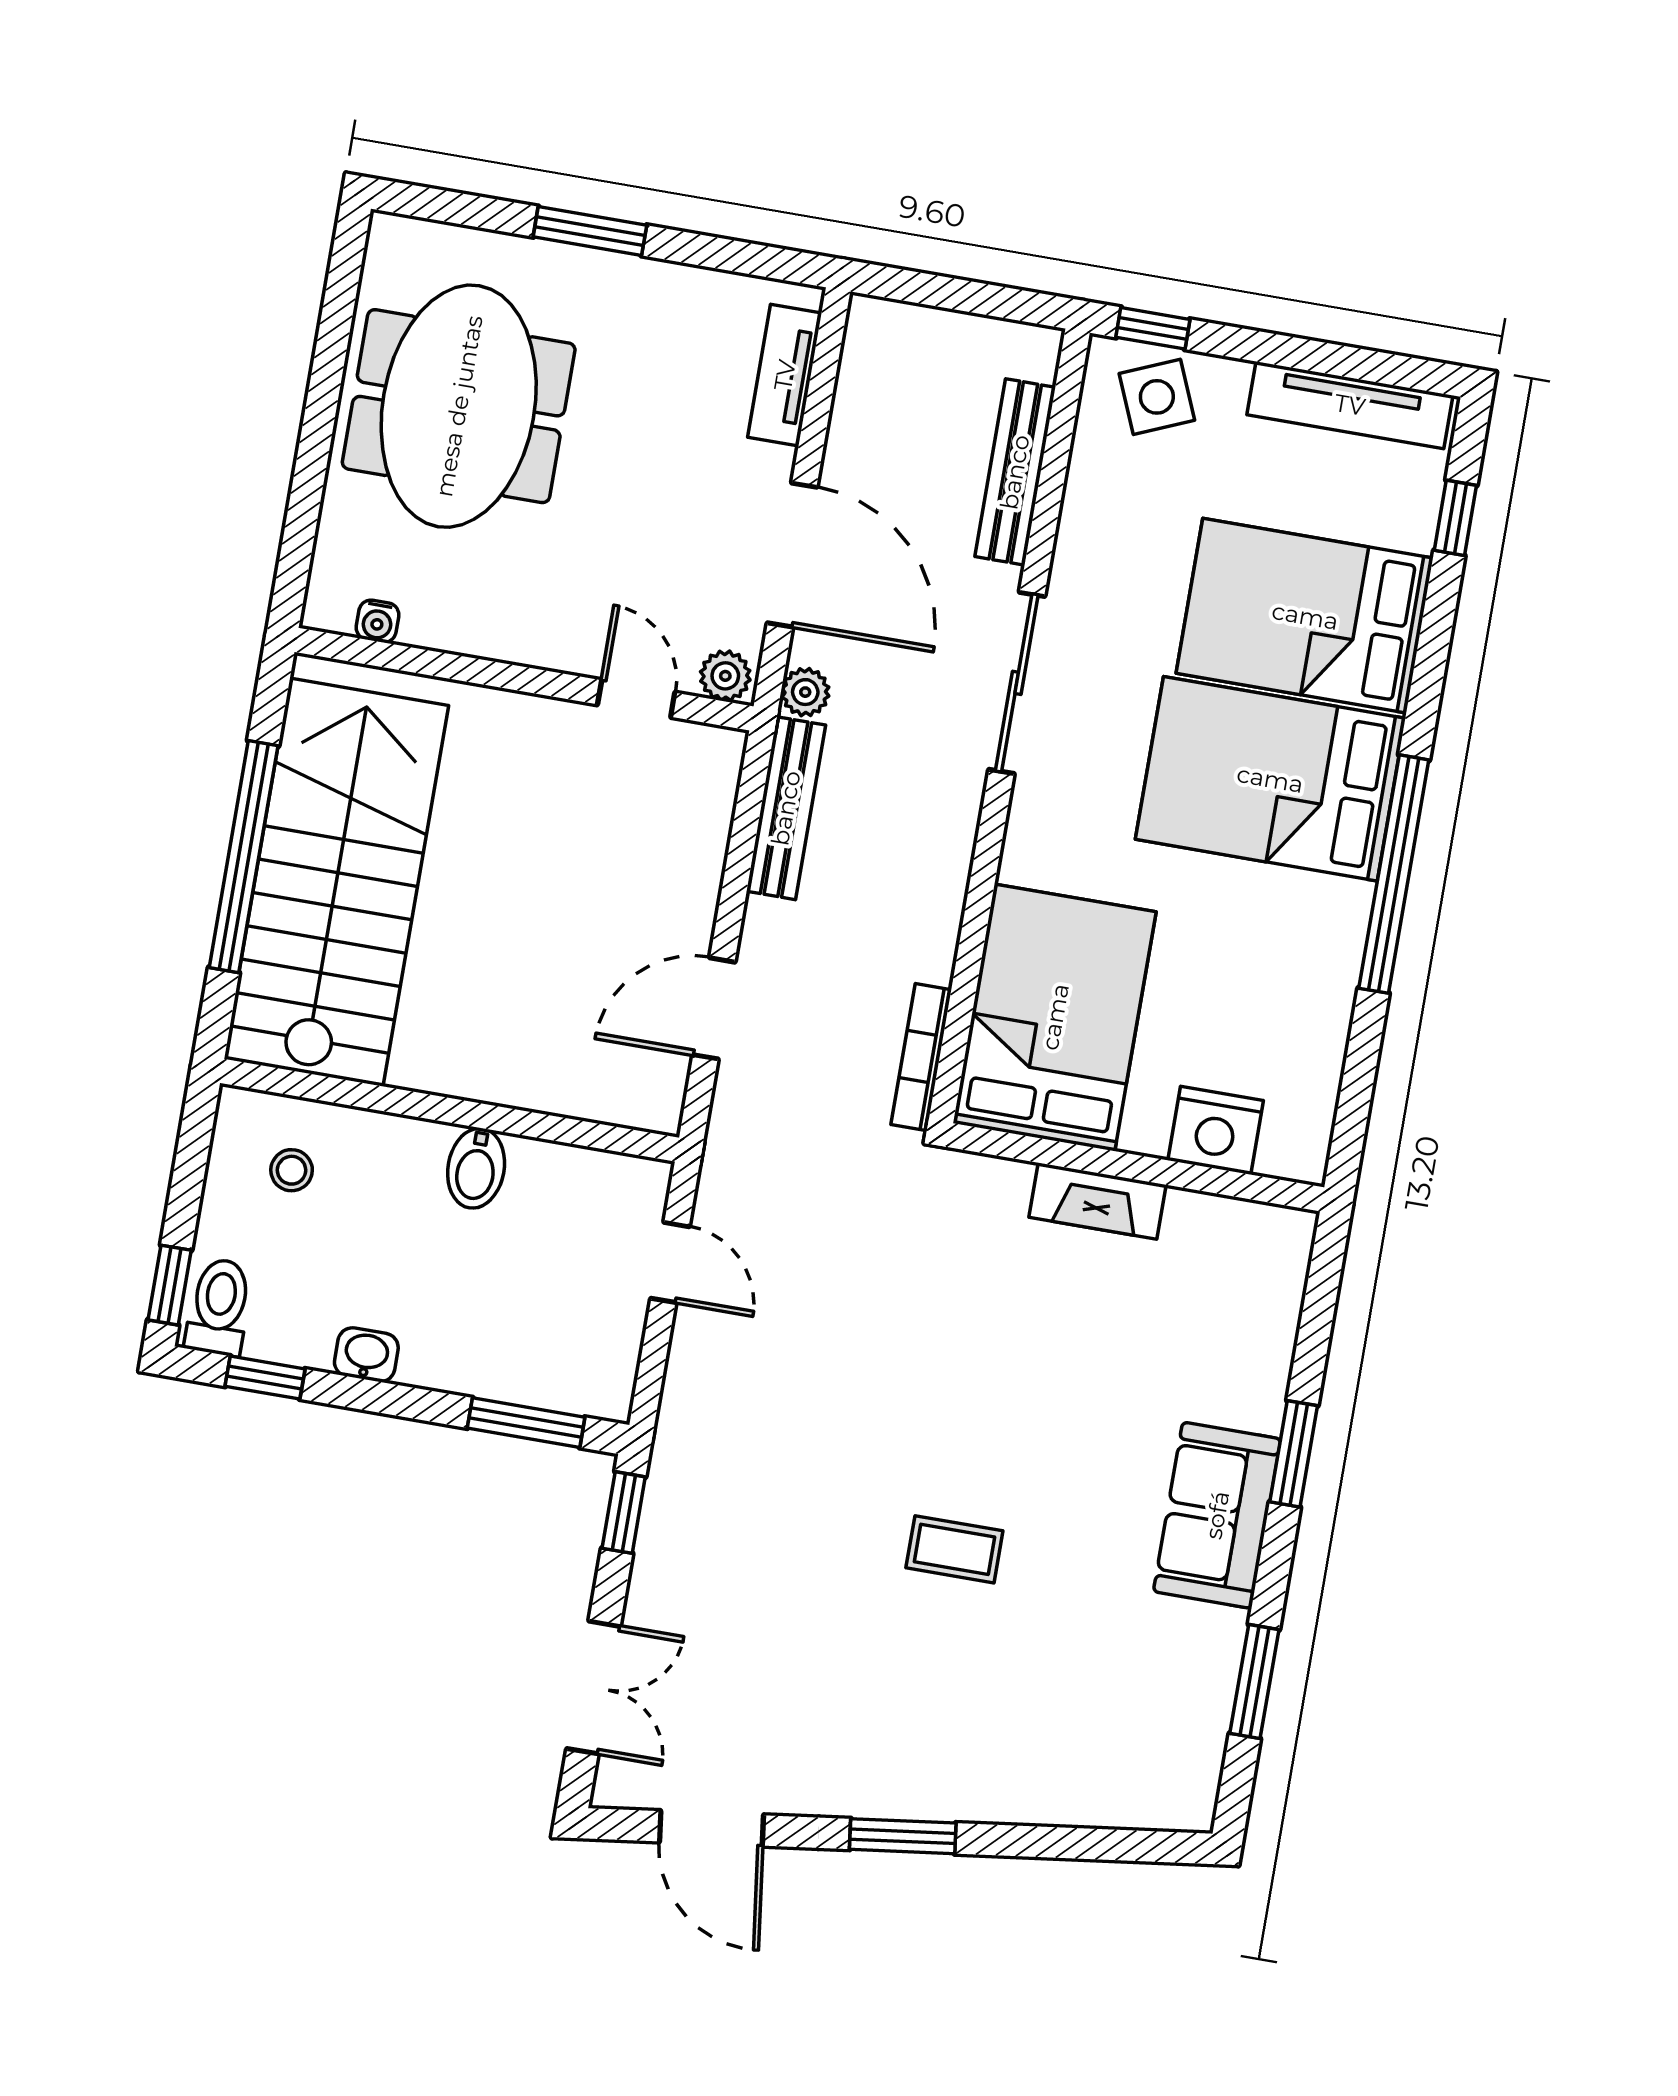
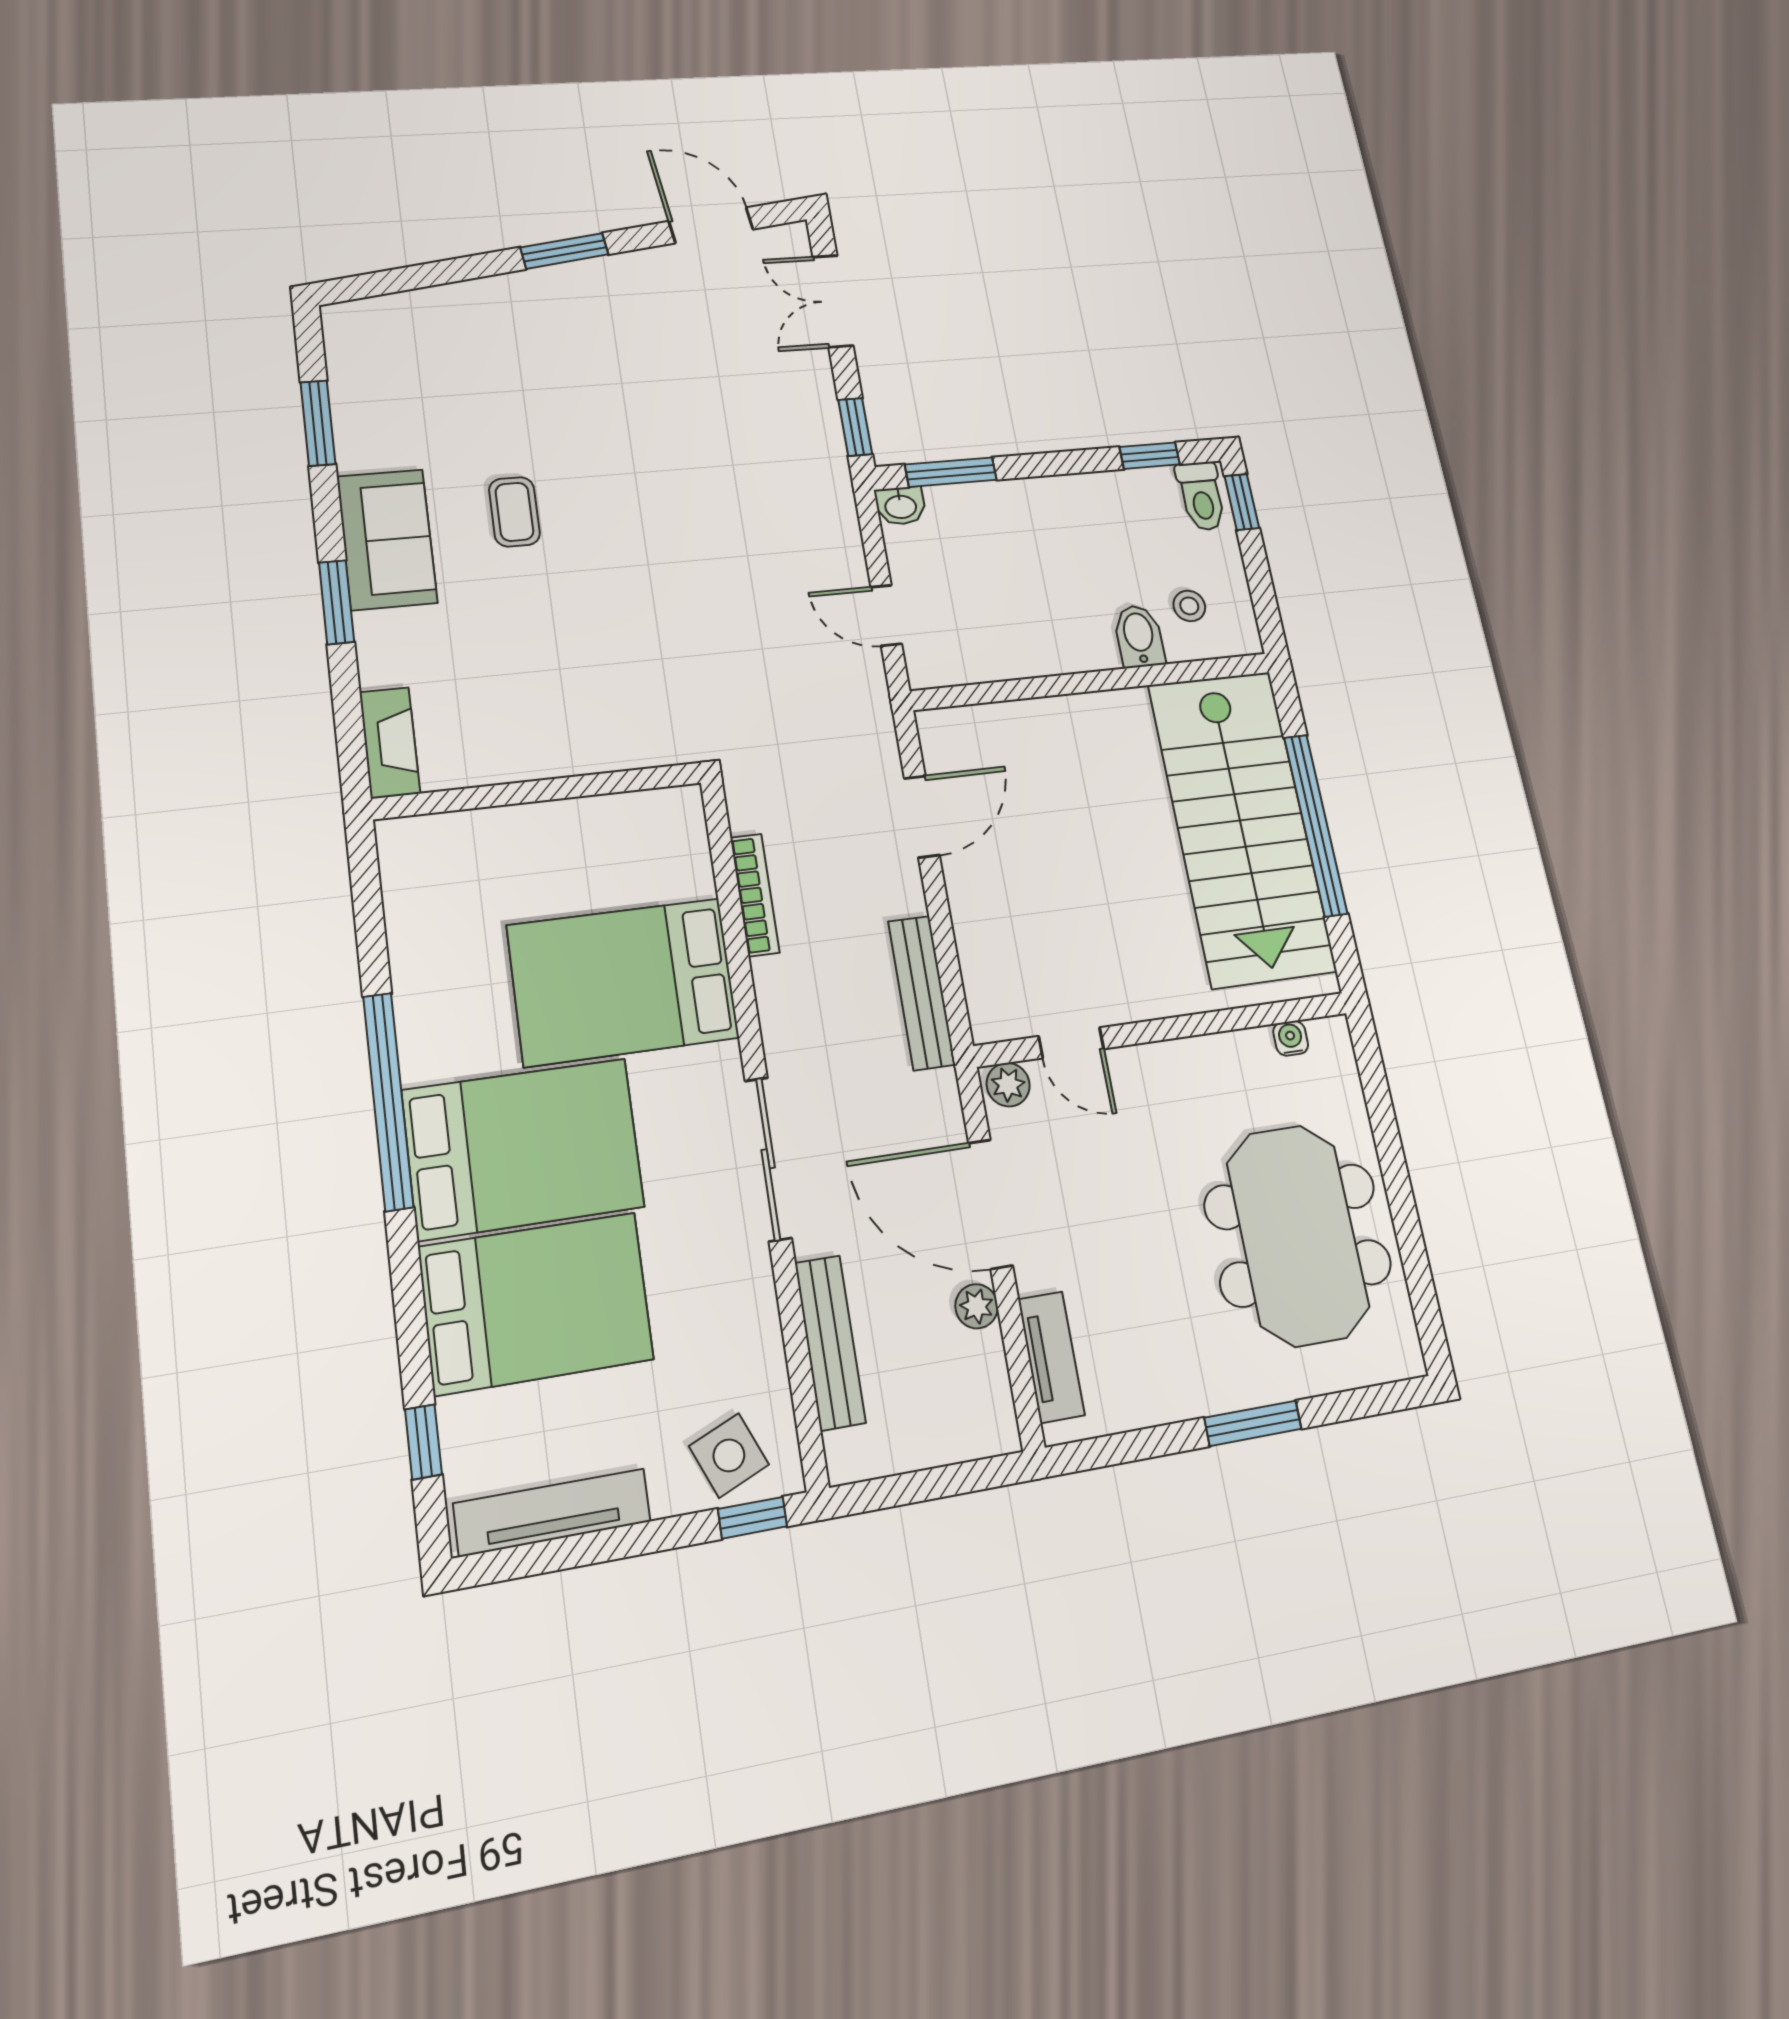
plant: (805, 692) -> (977, 1306), moved
bed: (1055, 1017) -> (623, 982), moved, turned 90
bookcase: (921, 1057) -> (755, 895), moved
nightstand: (1216, 1130) -> (481, 839), removed
bidet: (476, 1168) -> (1139, 636), moved
fireplace: (1097, 1201) -> (390, 743), moved, turned 90
washbasin: (366, 1355) -> (901, 506), moved
coffee table: (954, 1549) -> (514, 512), moved, turned 90

